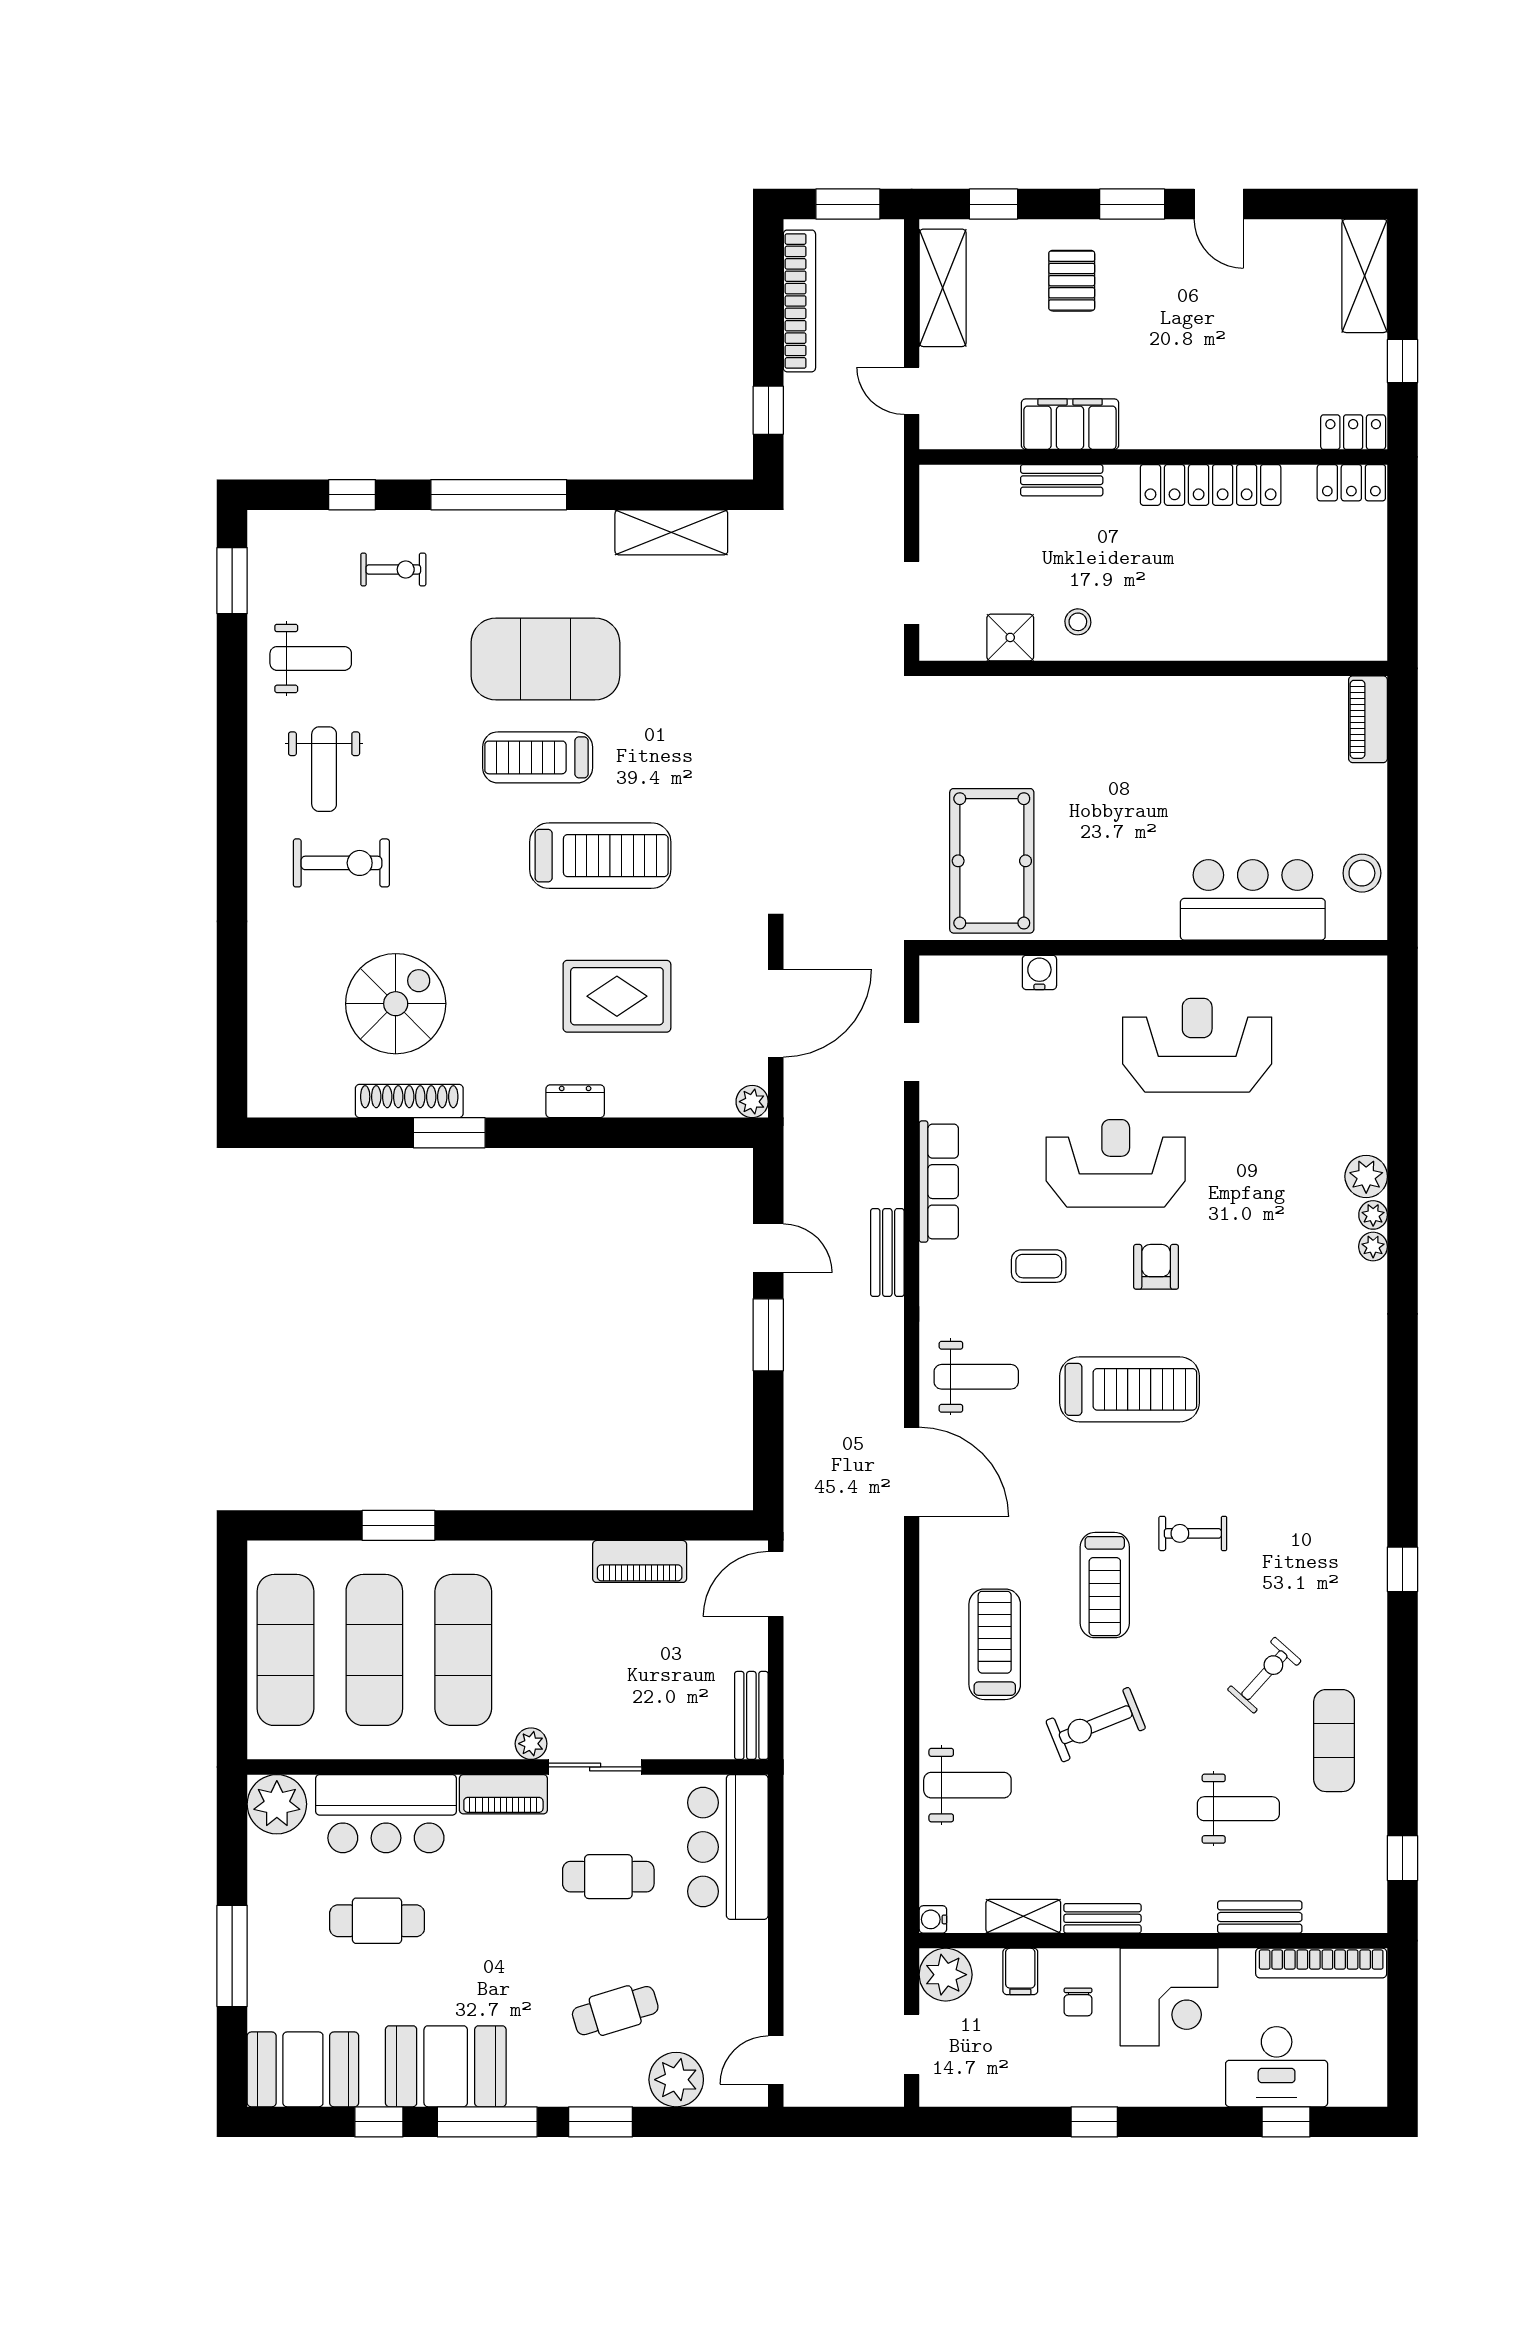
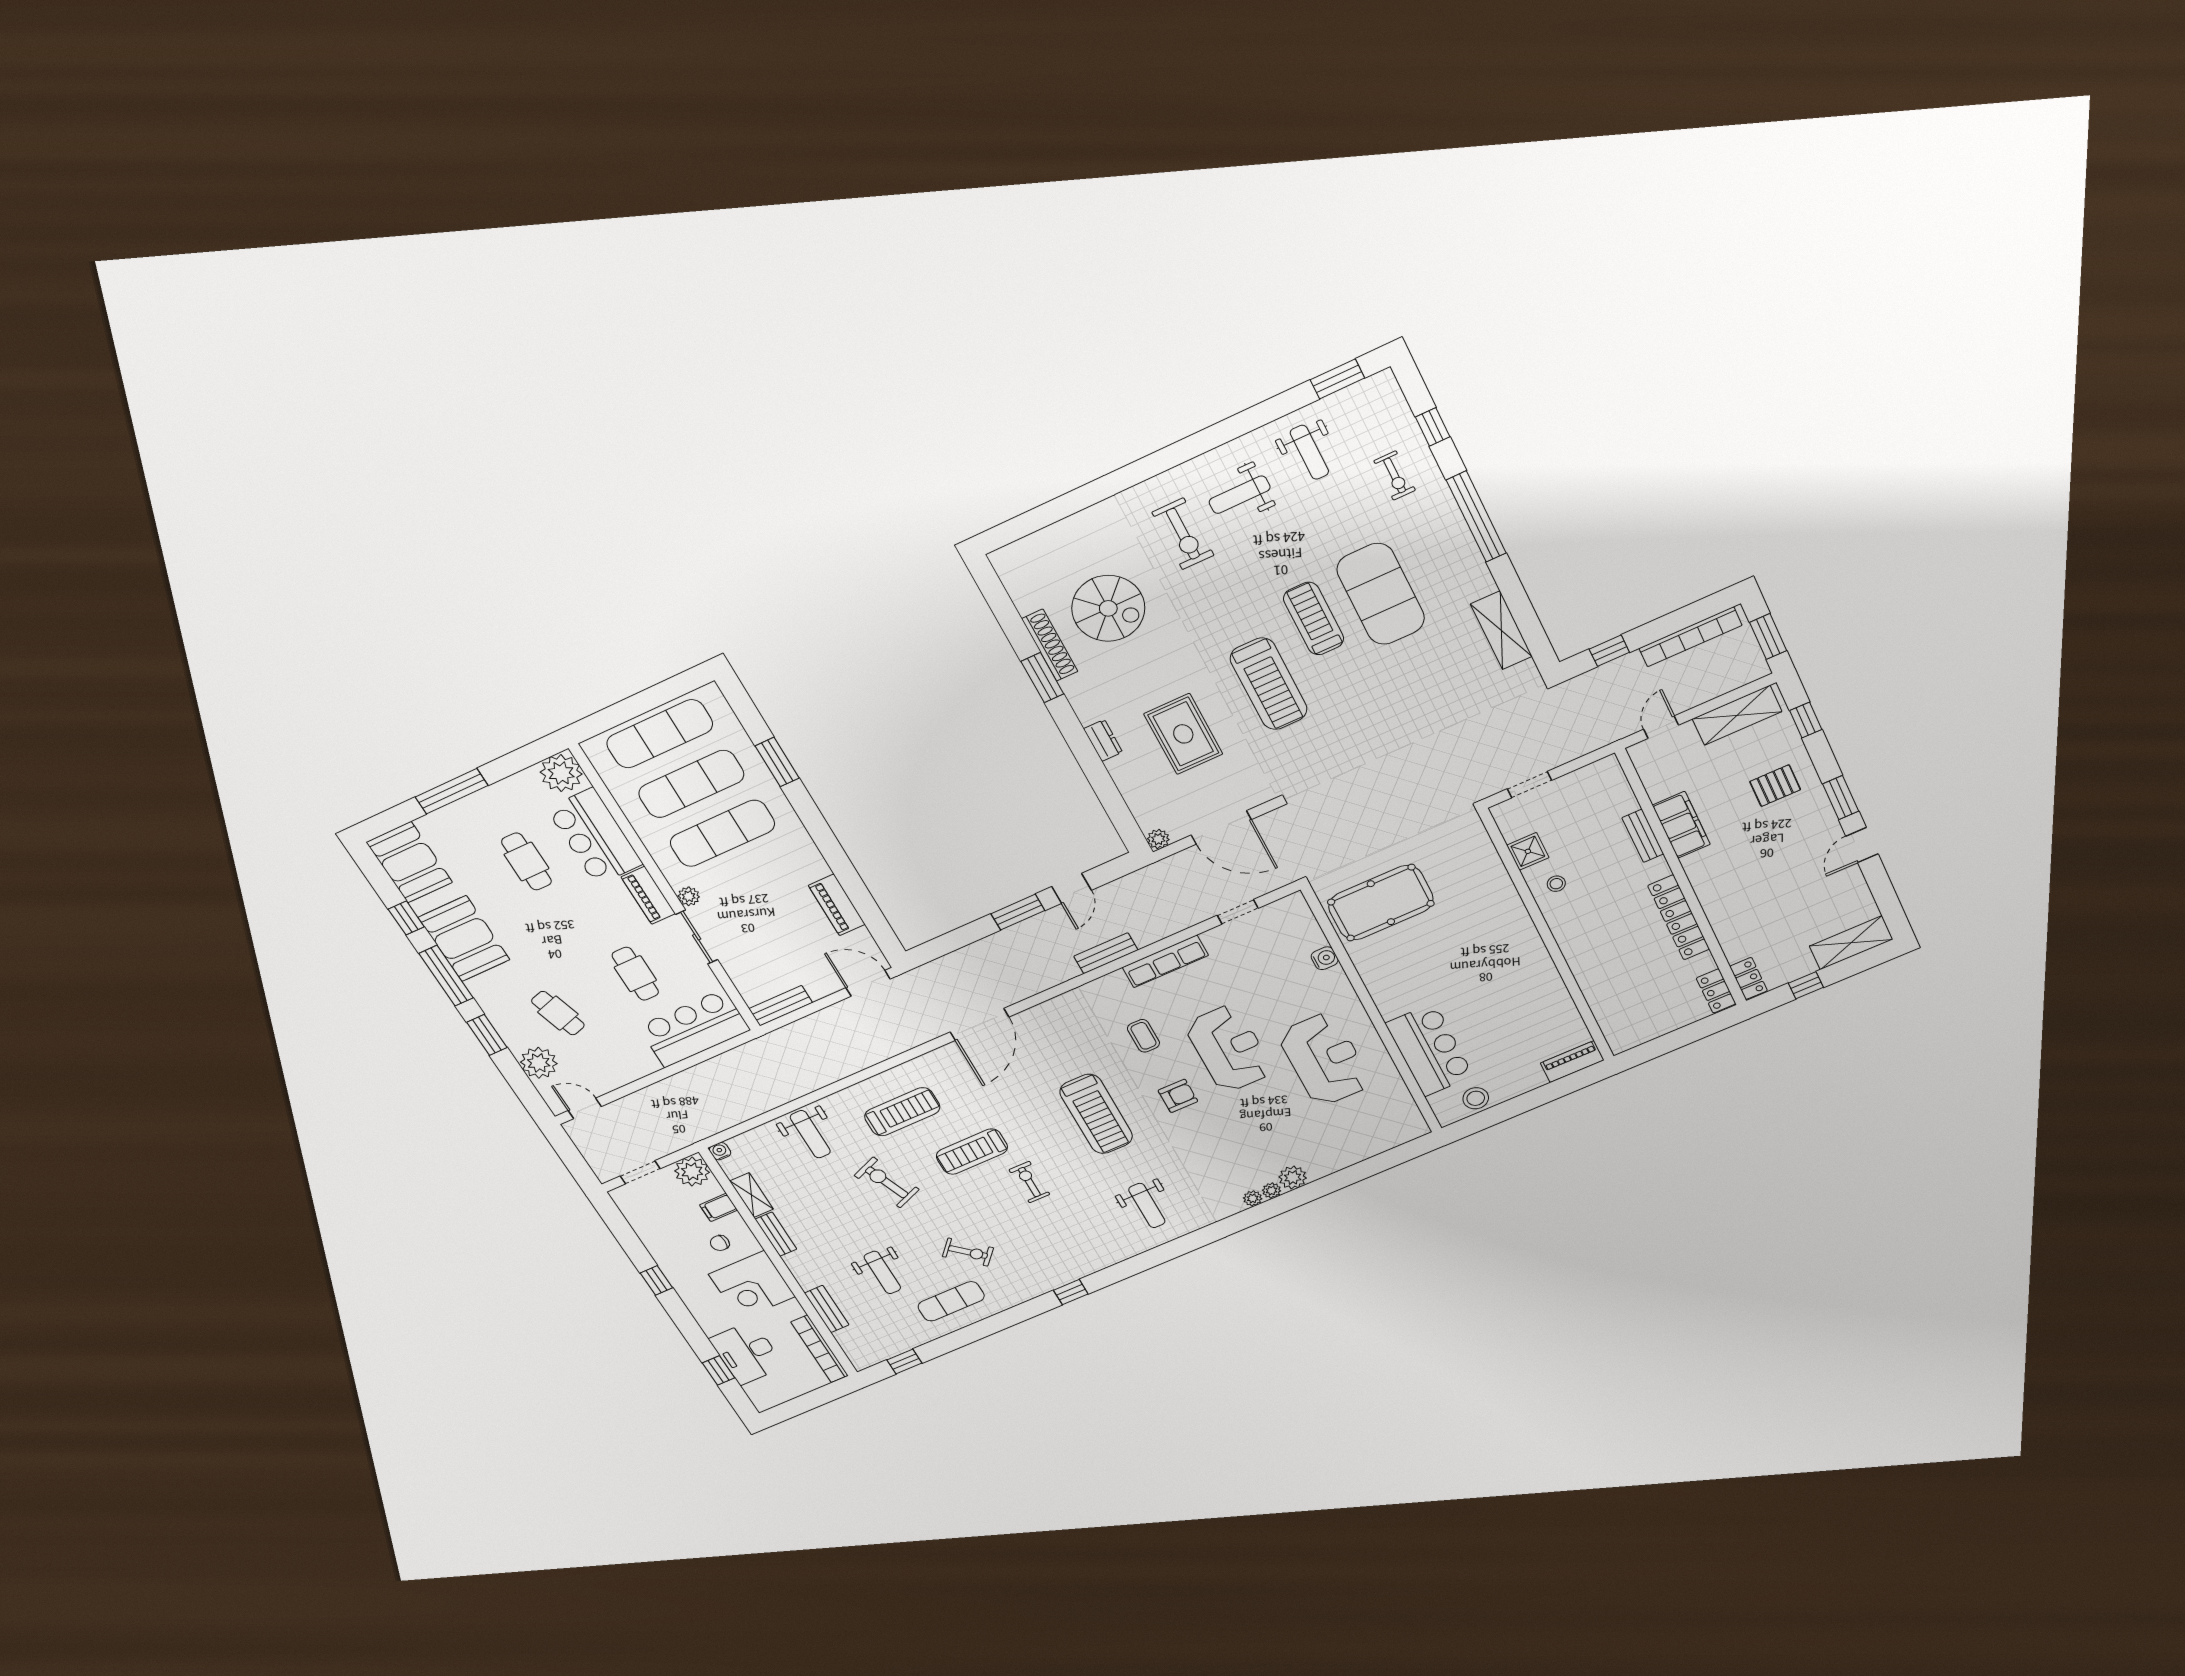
weight bench: (976, 1377) -> (1147, 1205), moved

